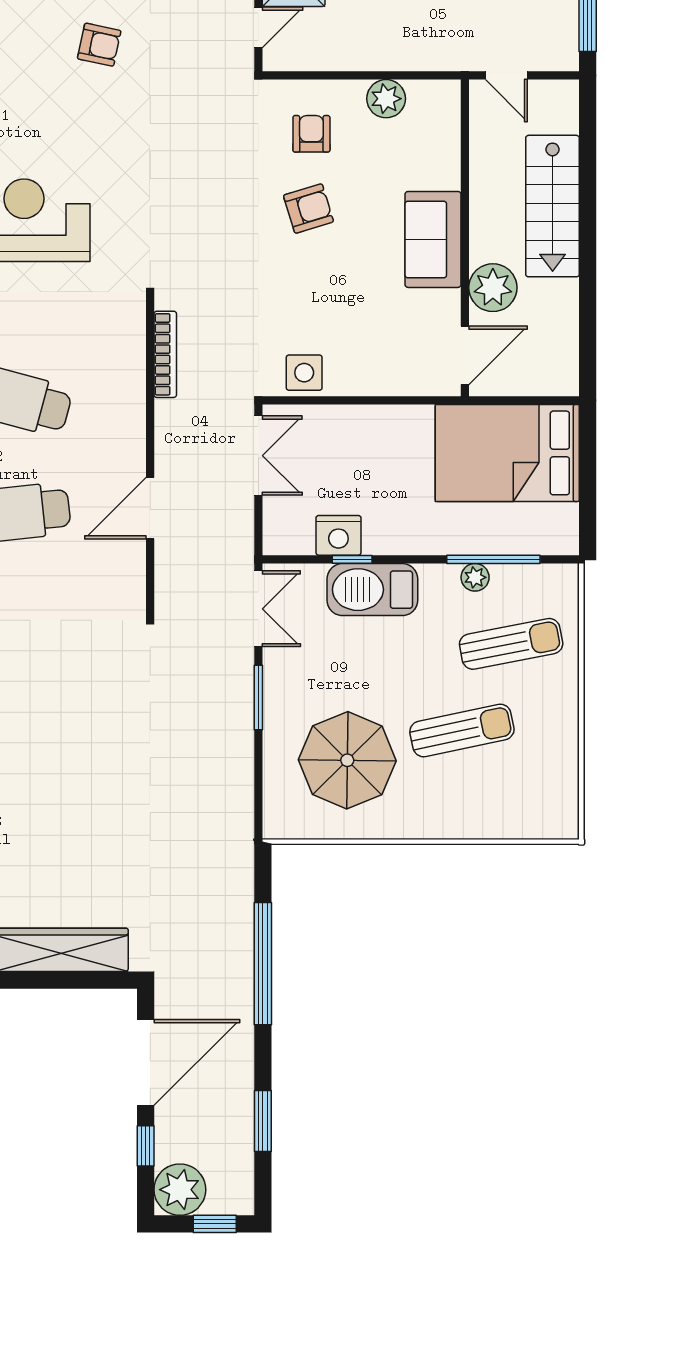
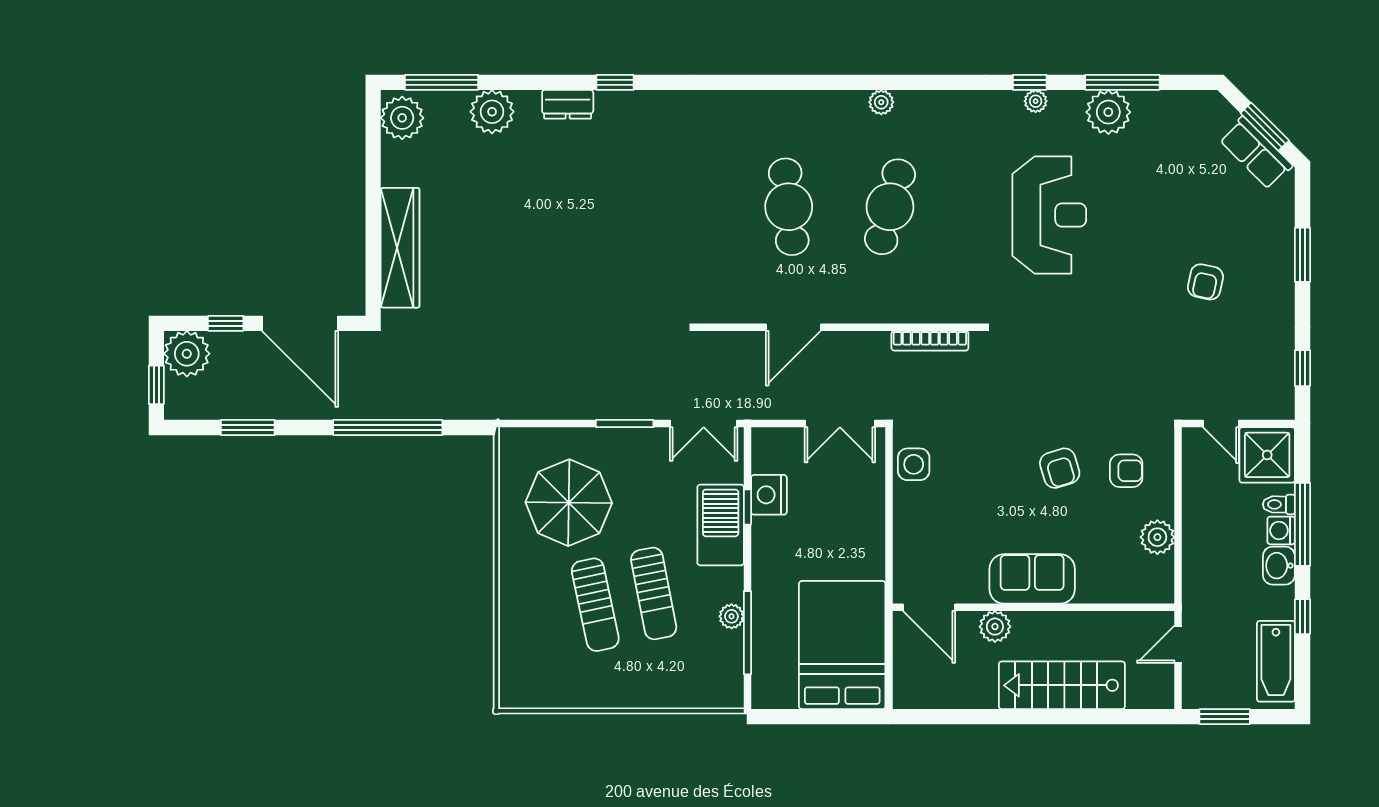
plant: (493, 288) -> (995, 627), width x0.73, depth x0.73
door: (150, 508) -> (793, 327), swing flipped
sun lounger: (511, 644) -> (654, 593), moved

